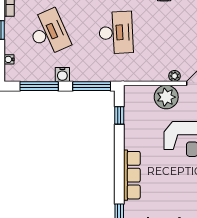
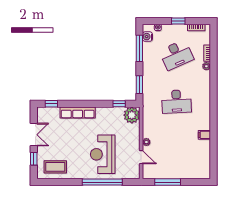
water cooler: (62, 74) -> (147, 37), moved
window: (92, 86) -> (139, 85), width x0.69
plant: (166, 97) -> (132, 115), moved

